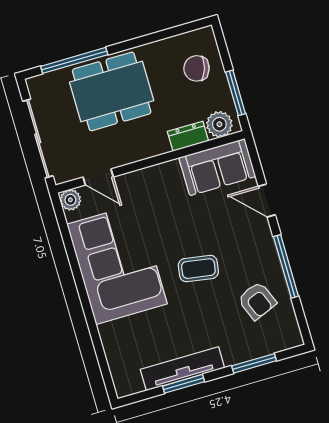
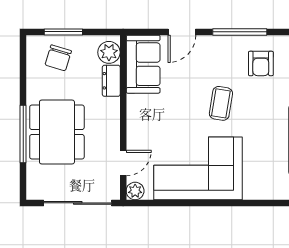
window: (74, 60) -> (23, 134), moved
window: (236, 93) -> (63, 32), moved
armchair: (257, 301) -> (261, 63), turned 112

